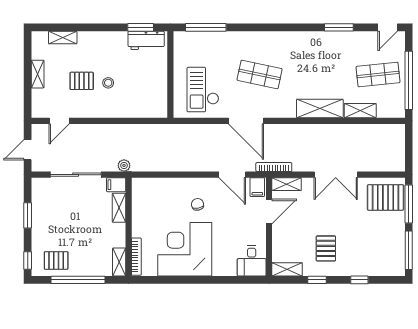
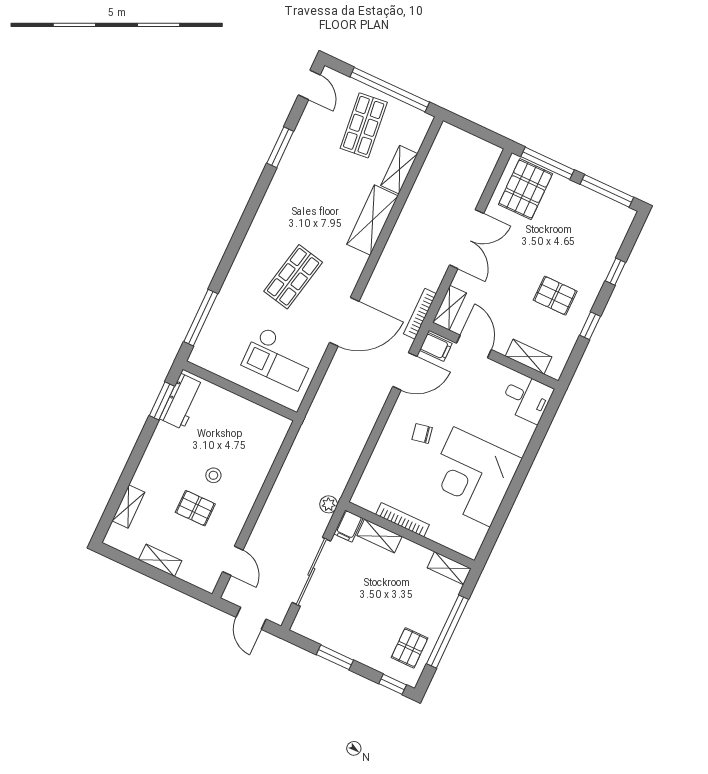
pallet: (82, 81) -> (195, 508), turned 90
bookcase: (136, 257) -> (403, 520), moved
shelving: (287, 269) -> (529, 357), moved, turned 90

